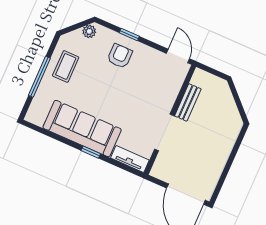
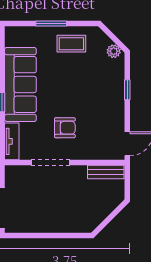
armchair: (120, 56) -> (65, 128), moved
window: (39, 77) -> (51, 24), width x0.69
bench: (188, 102) -> (106, 172), moved

